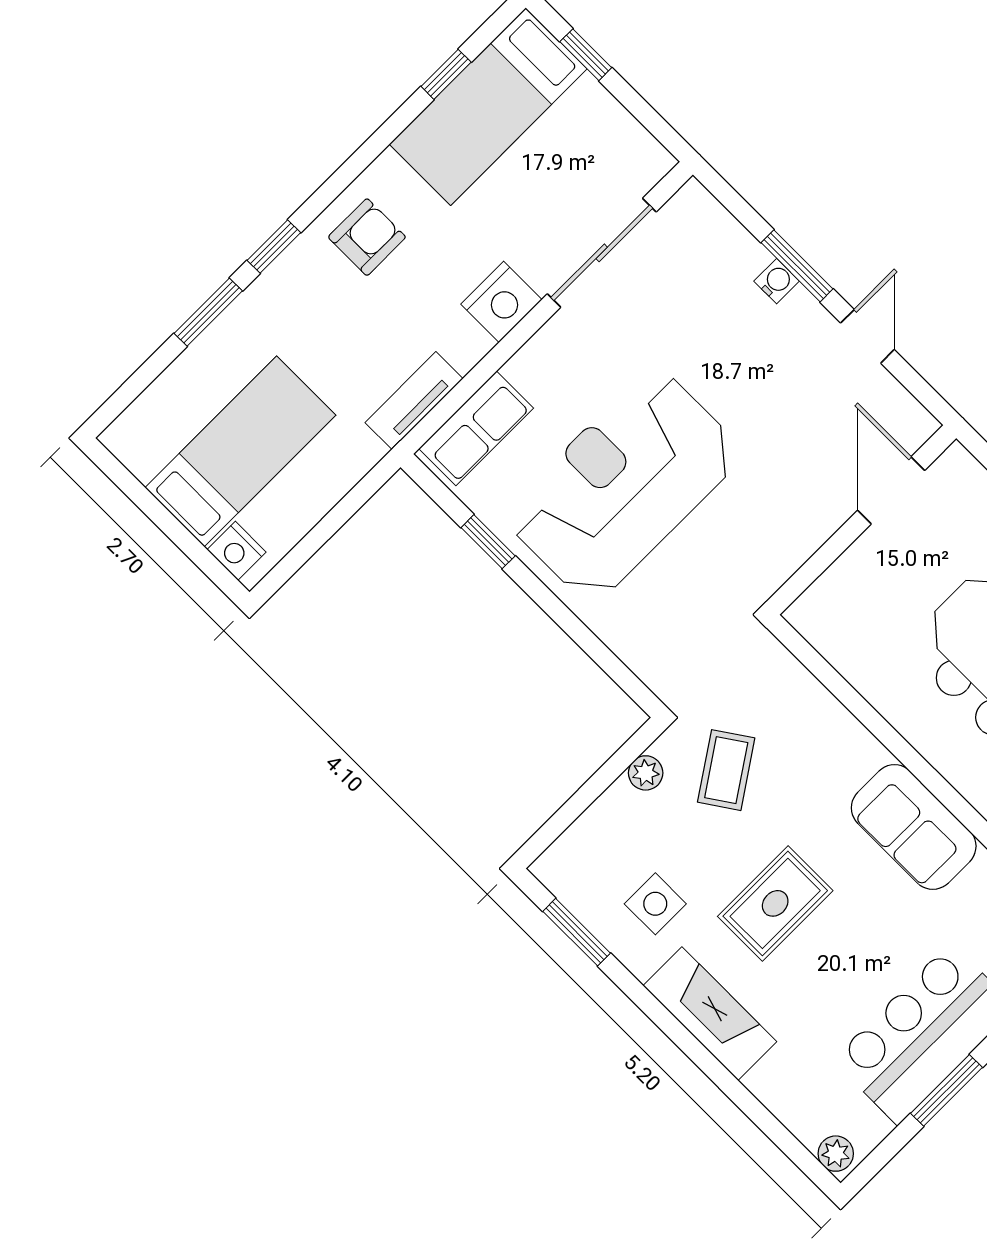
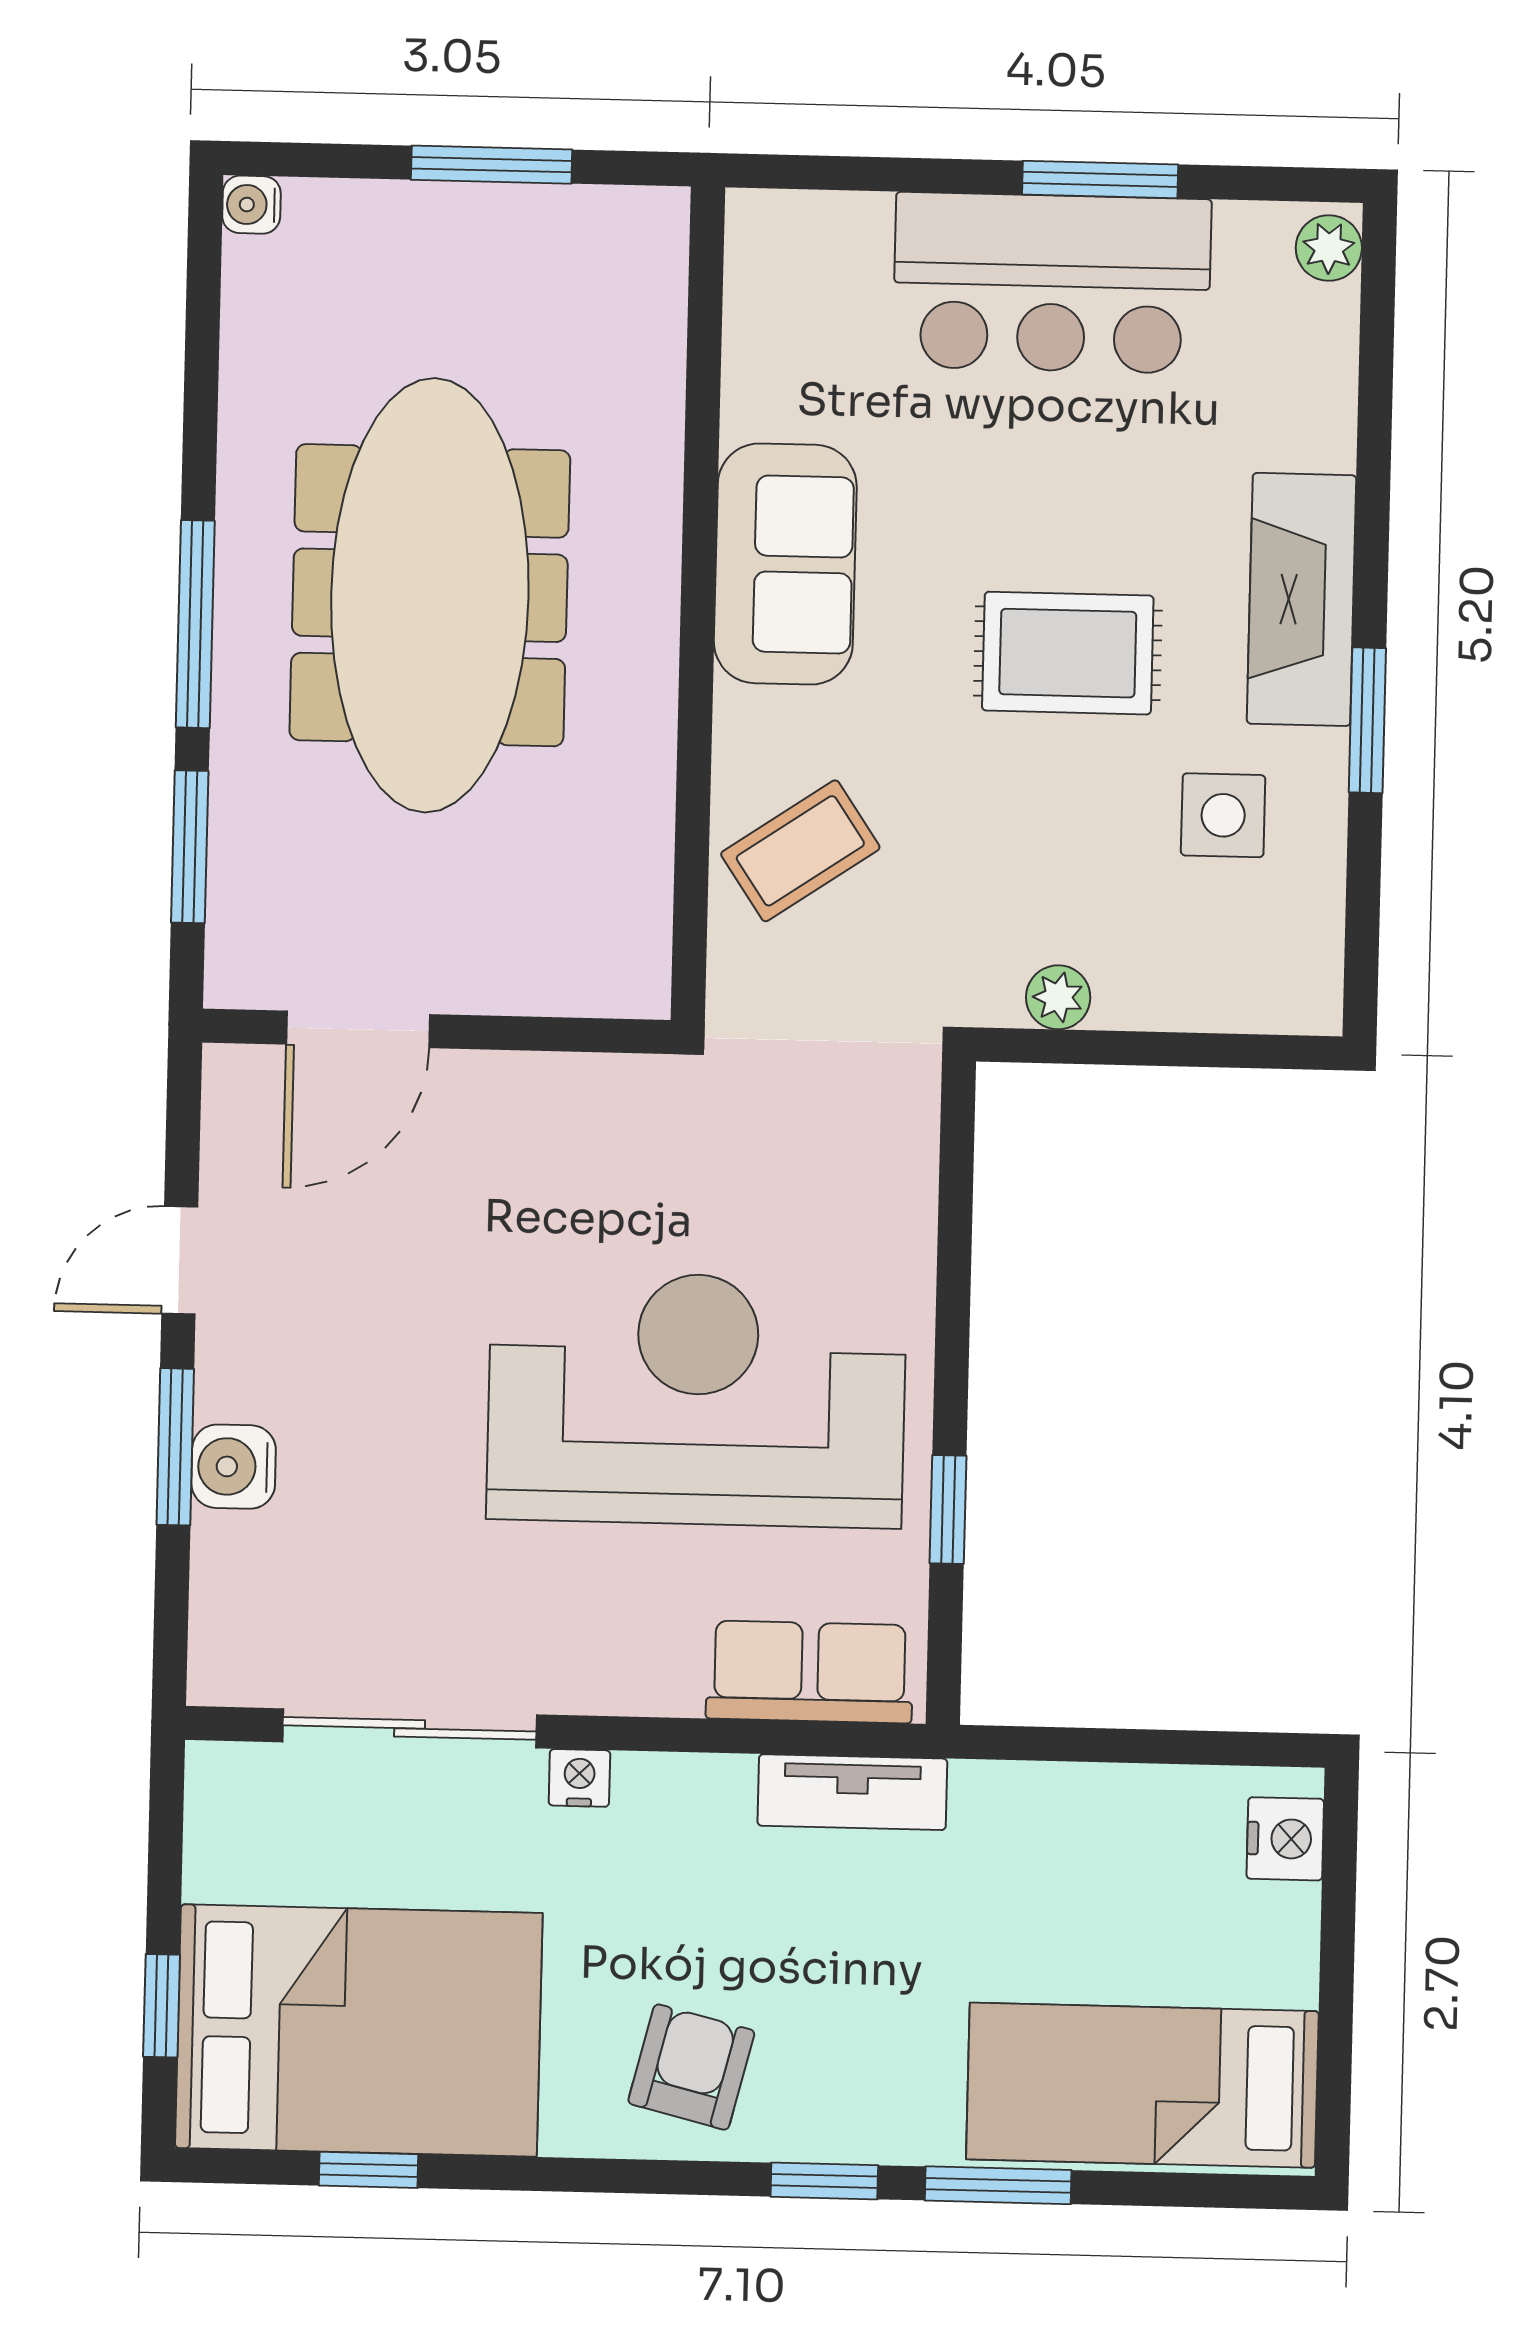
bed: (488, 107) -> (359, 2031), width x1.50
armchair: (367, 237) -> (691, 2067), turned 104
water cooler: (777, 281) -> (234, 1467), width x1.38, depth x1.38
nightstand: (501, 302) -> (579, 1778), width x0.53, depth x0.56
bed: (240, 451) -> (1142, 2085), moved
reception desk: (623, 485) -> (697, 1399), turned 180
coffee table: (726, 770) -> (800, 851), moved
window: (577, 932) -> (1367, 720), moved

